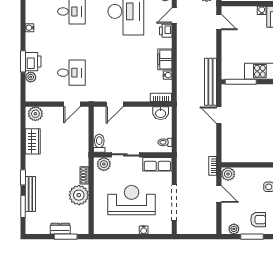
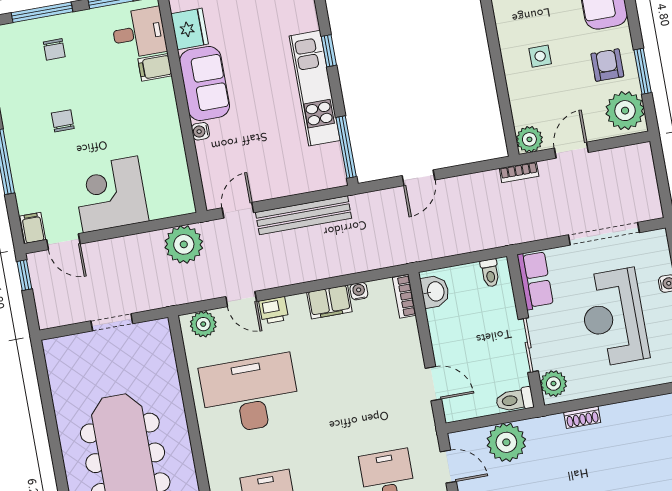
bench: (211, 82) -> (303, 215), moved
plant: (79, 195) -> (506, 442), moved
plant: (234, 229) -> (625, 111), width x1.87, depth x1.87

